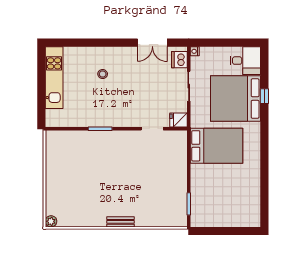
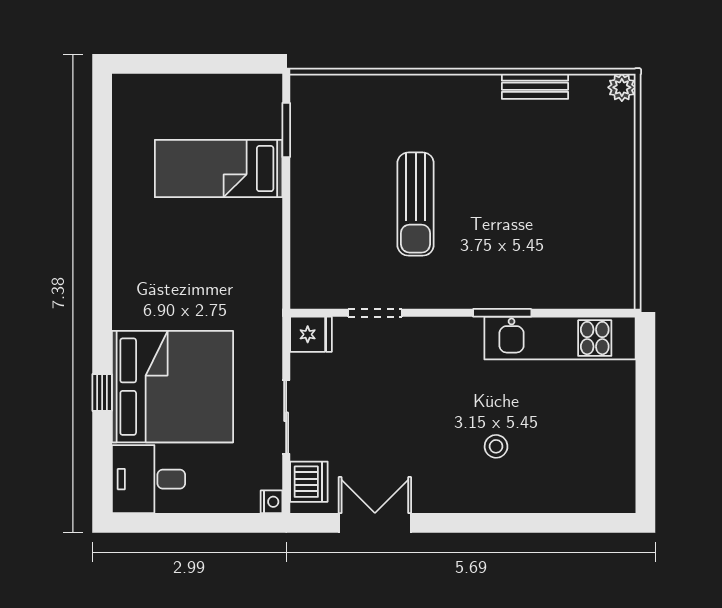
kitchen unit: (54, 78) -> (560, 338), moved, turned -90
bed: (216, 146) -> (219, 169), moved, width x0.67
sun lounger: (136, 173) -> (416, 204), added
bench: (120, 222) -> (535, 86), moved

